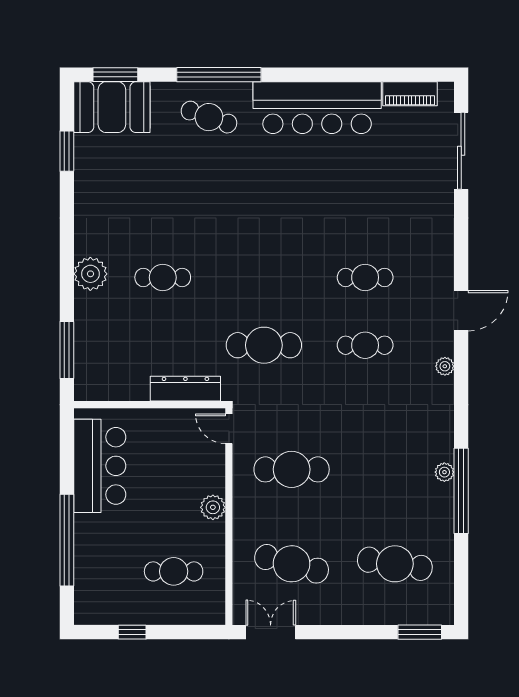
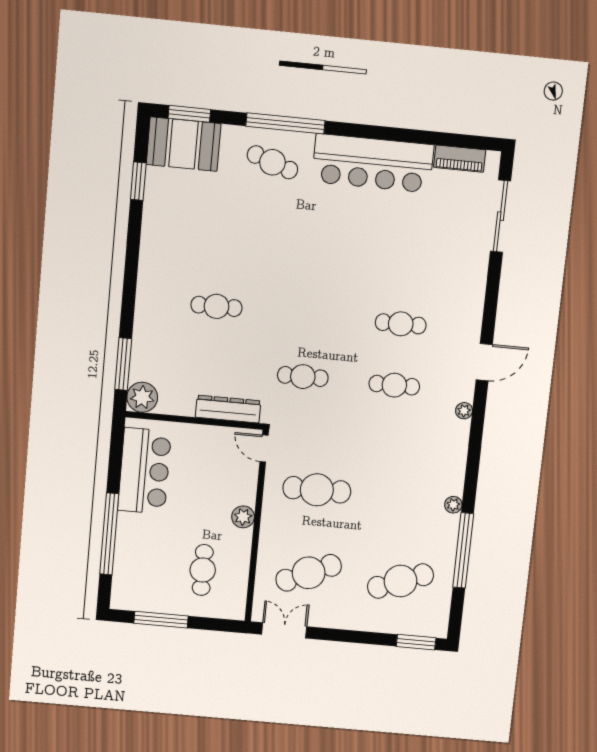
plant: (90, 274) -> (142, 397), moved
cafe table: (264, 345) -> (303, 377), width x0.73, depth x0.74
window: (461, 491) -> (463, 550), moved
cafe table: (292, 564) -> (309, 573), turned -39
cafe table: (395, 564) -> (400, 581), turned -30
cafe table: (174, 571) -> (203, 570), turned 90
window: (132, 632) -> (161, 620), width x2.17

